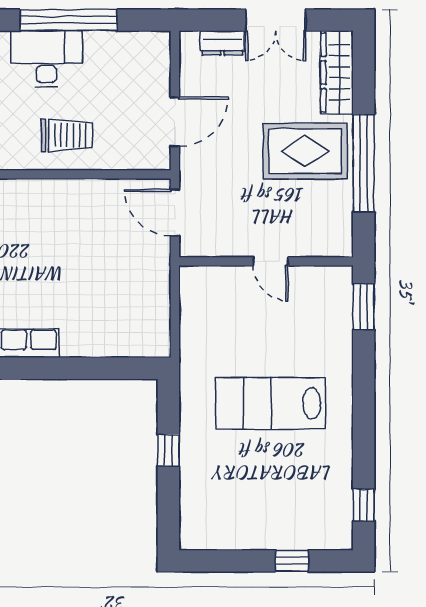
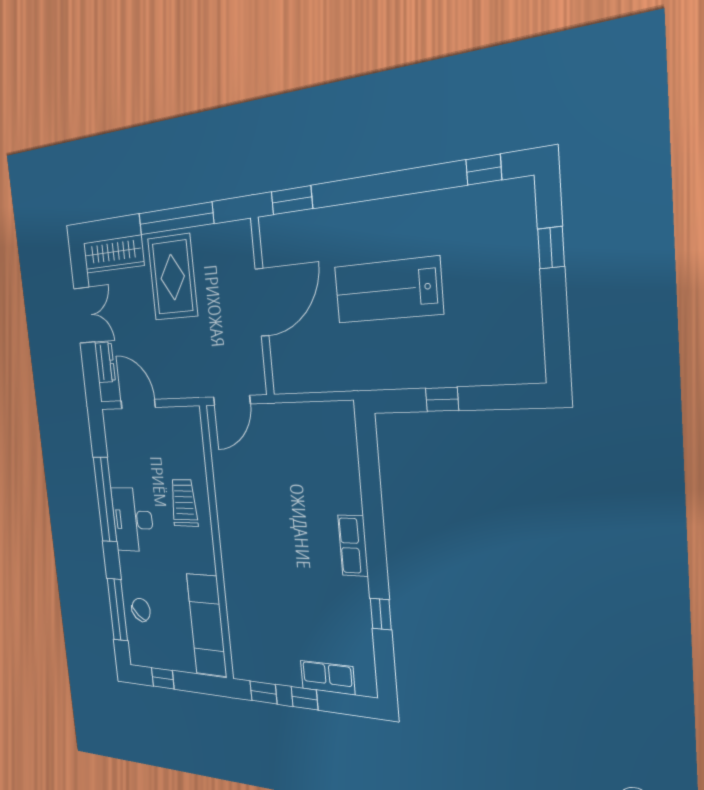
door: (175, 122) -> (138, 404), moved
door: (271, 261) -> (262, 302), width x1.88
lab bench: (270, 403) -> (388, 290), turned 90

